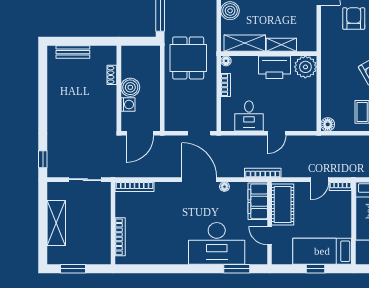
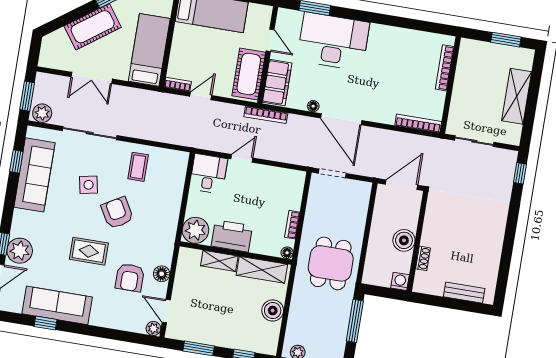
washing machine: (128, 105) -> (400, 281), moved, turned 90
desk: (249, 116) -> (208, 174), moved
floor lamp: (328, 124) -> (162, 274), moved

